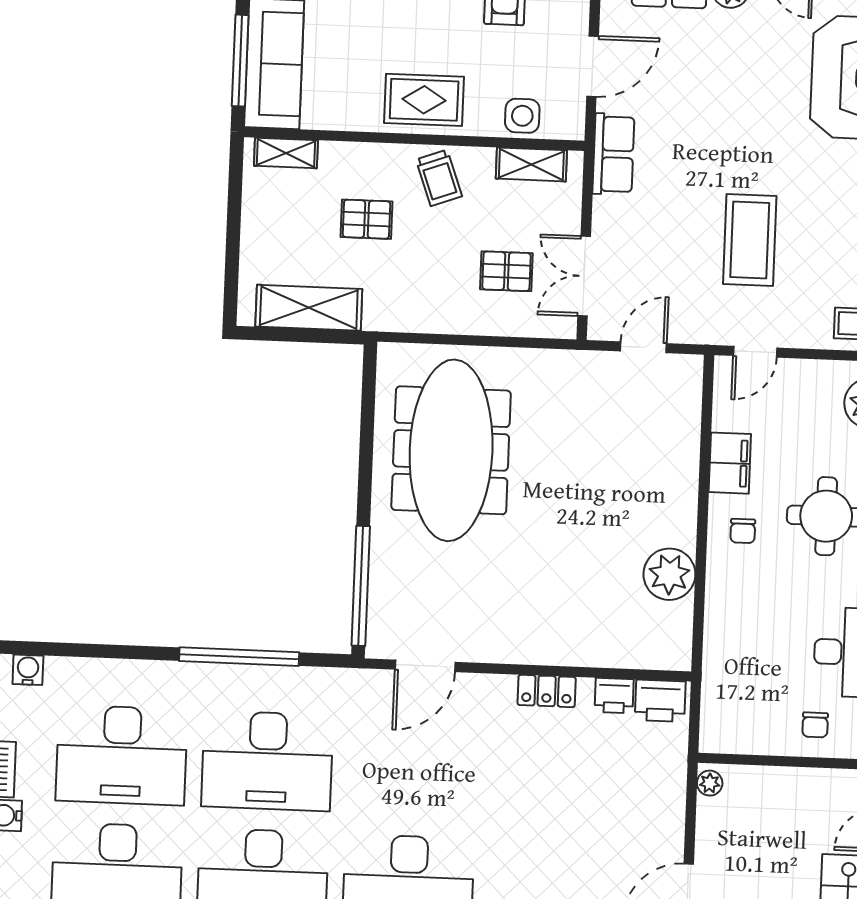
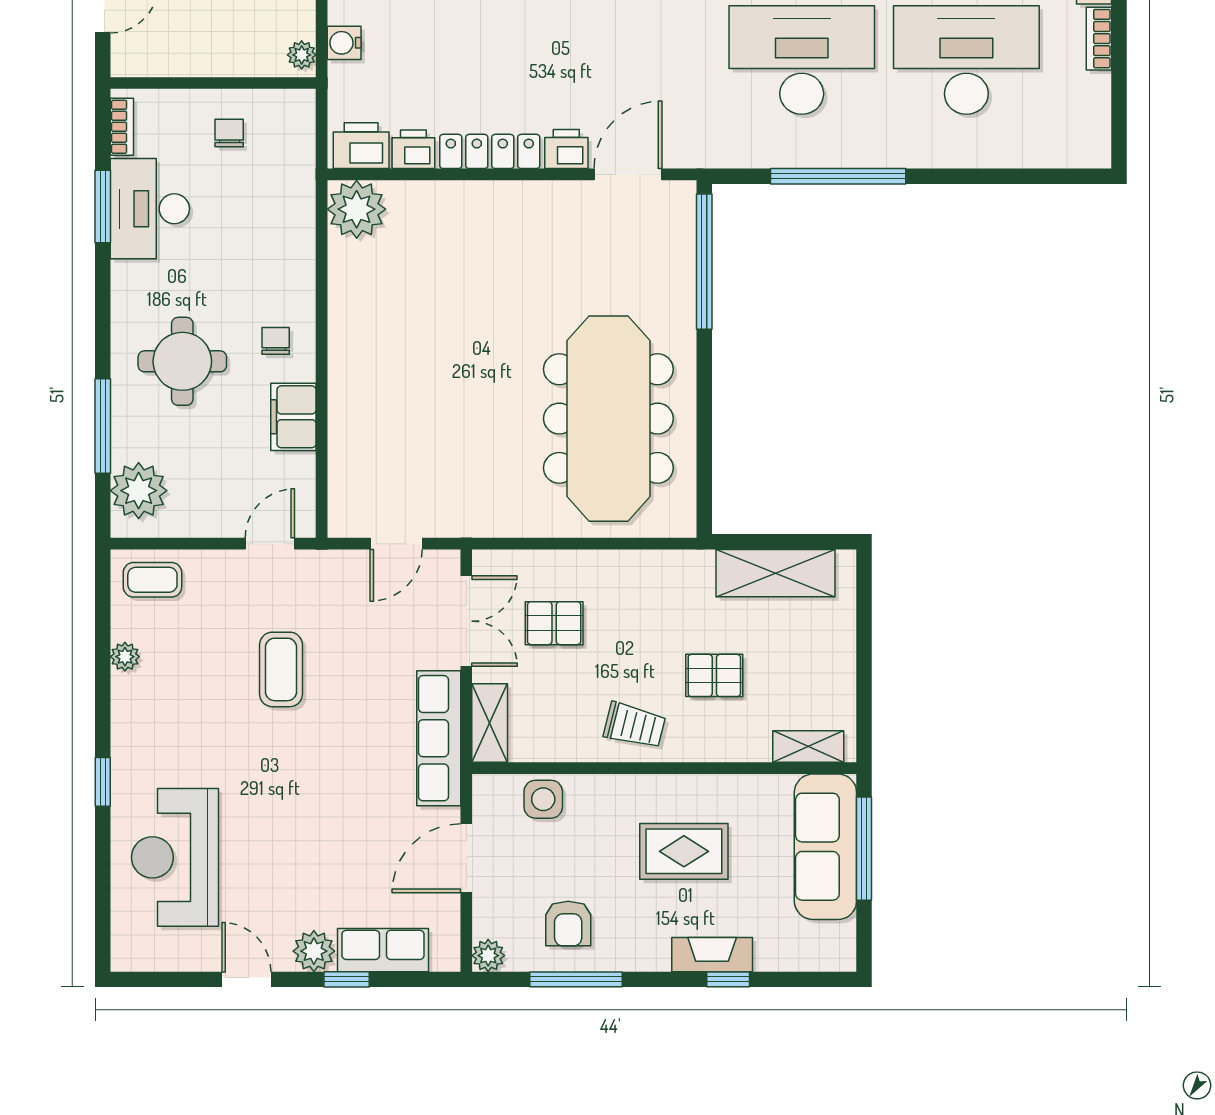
rug: (424, 100) -> (684, 851), moved
row of seats: (613, 154) -> (439, 738), width x1.48
shelving: (531, 164) -> (490, 723), moved, turned 90
trolley: (439, 178) -> (635, 725), turned 124
coffee table: (750, 240) -> (281, 669), width x0.73, depth x0.76
plant: (669, 574) -> (357, 209), moved
water cooler: (28, 670) -> (344, 43), moved, turned 90
printer: (479, 690) -> (566, 149), added
locker: (547, 691) -> (490, 151), width x1.53
chair: (815, 725) -> (229, 133), moved

